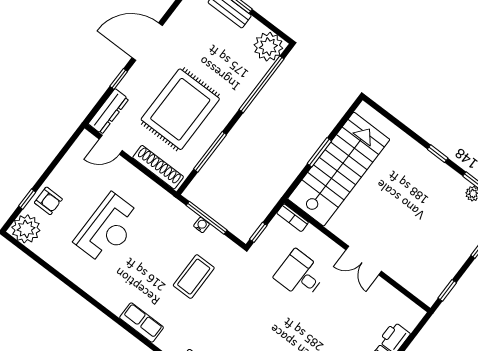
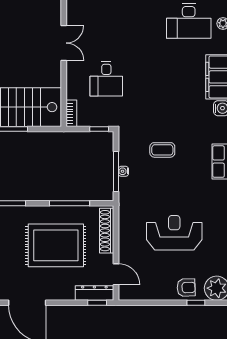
window: (119, 79) -> (97, 303), moved
armchair: (48, 201) -> (186, 288), turned 88
coffee table: (194, 277) -> (162, 150), width x0.73, depth x0.77

